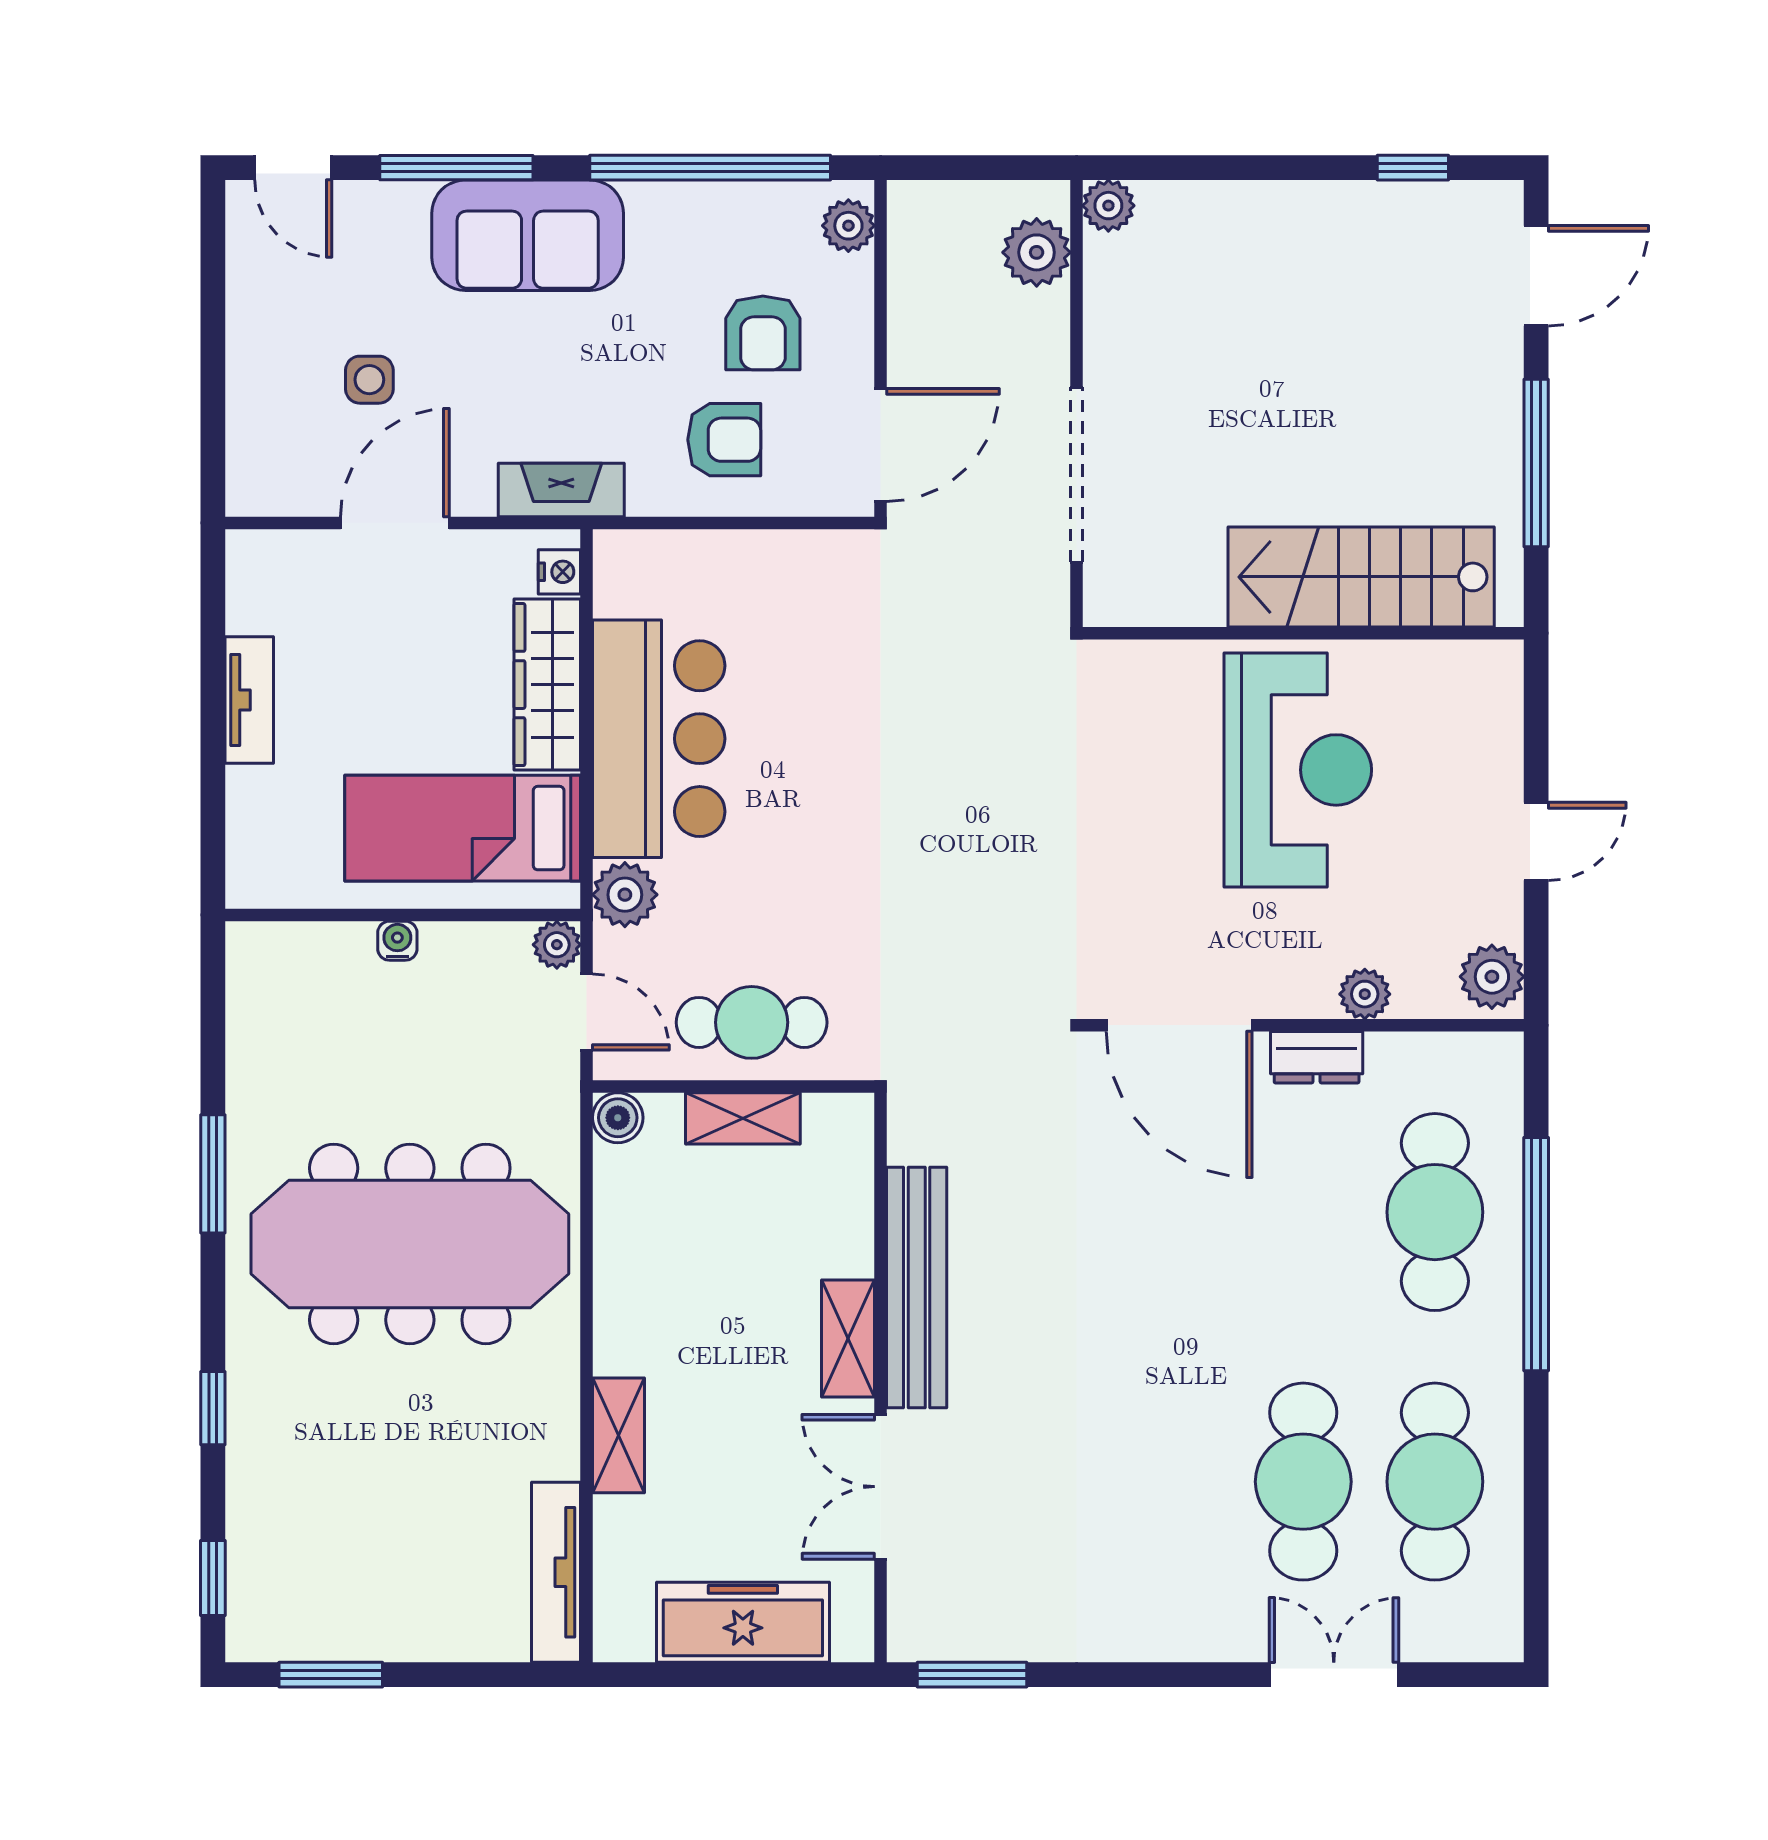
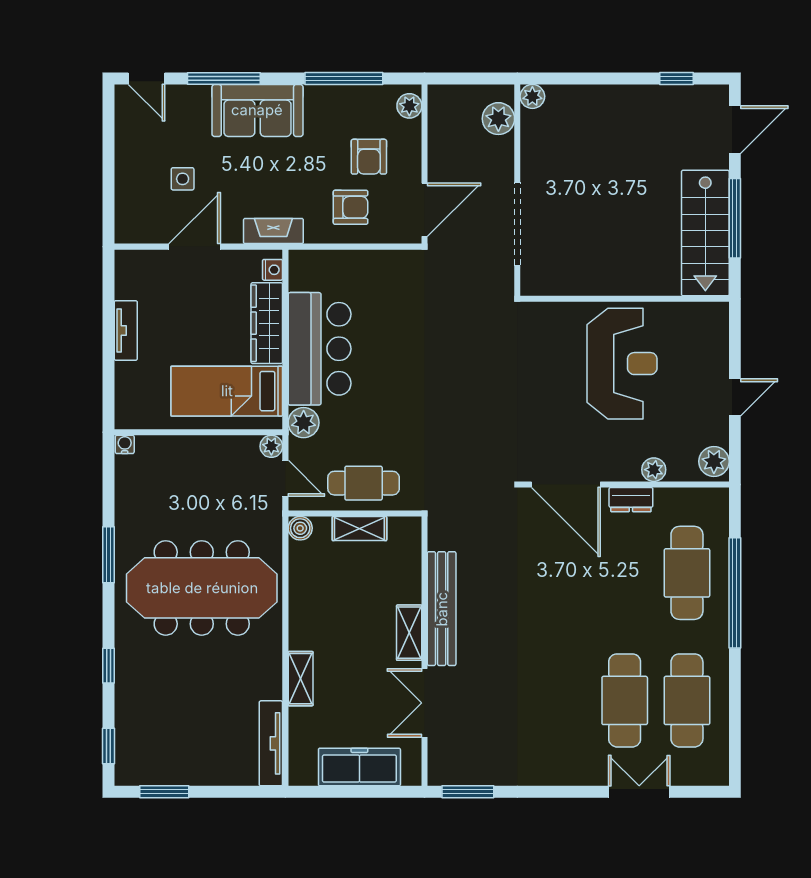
window: (710, 168) -> (344, 78), width x0.68
stairs: (1361, 577) -> (705, 233), moved, turned -90
water cooler: (397, 941) -> (125, 444), moved

